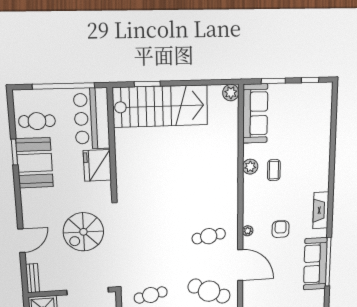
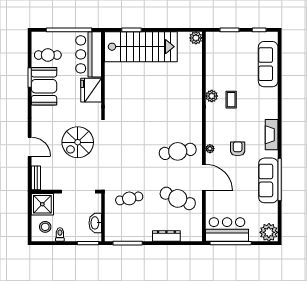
sofa: (255, 114) -> (268, 64), moved, turned 180
cafe table: (209, 236) -> (178, 151), width x1.37, depth x1.35
door: (21, 241) -> (30, 147), hinge flipped

